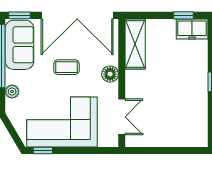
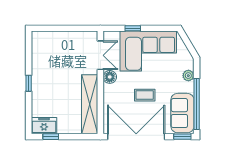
shelving: (135, 44) -> (90, 104), width x1.47
floor lamp: (110, 74) -> (110, 77), moved
double door: (122, 117) -> (100, 55), swing flipped
window: (43, 150) -> (133, 28), moved

